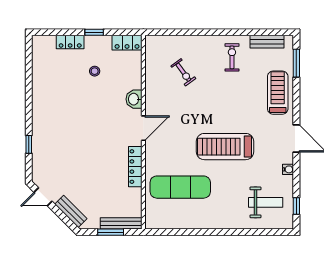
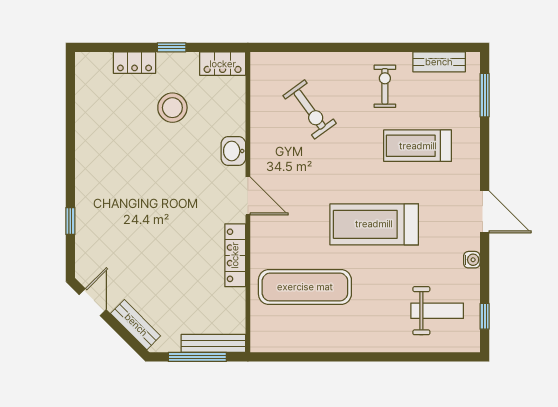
stool: (95, 71) -> (172, 108), width x1.89, depth x1.89
exercise bike: (183, 72) -> (310, 109), width x1.38, depth x1.39
treadmill: (278, 93) -> (418, 146), moved, turned -90
door: (143, 128) -> (248, 196), hinge flipped
door: (43, 197) -> (93, 302), swing flipped
window: (111, 232) -> (197, 357), width x1.44

